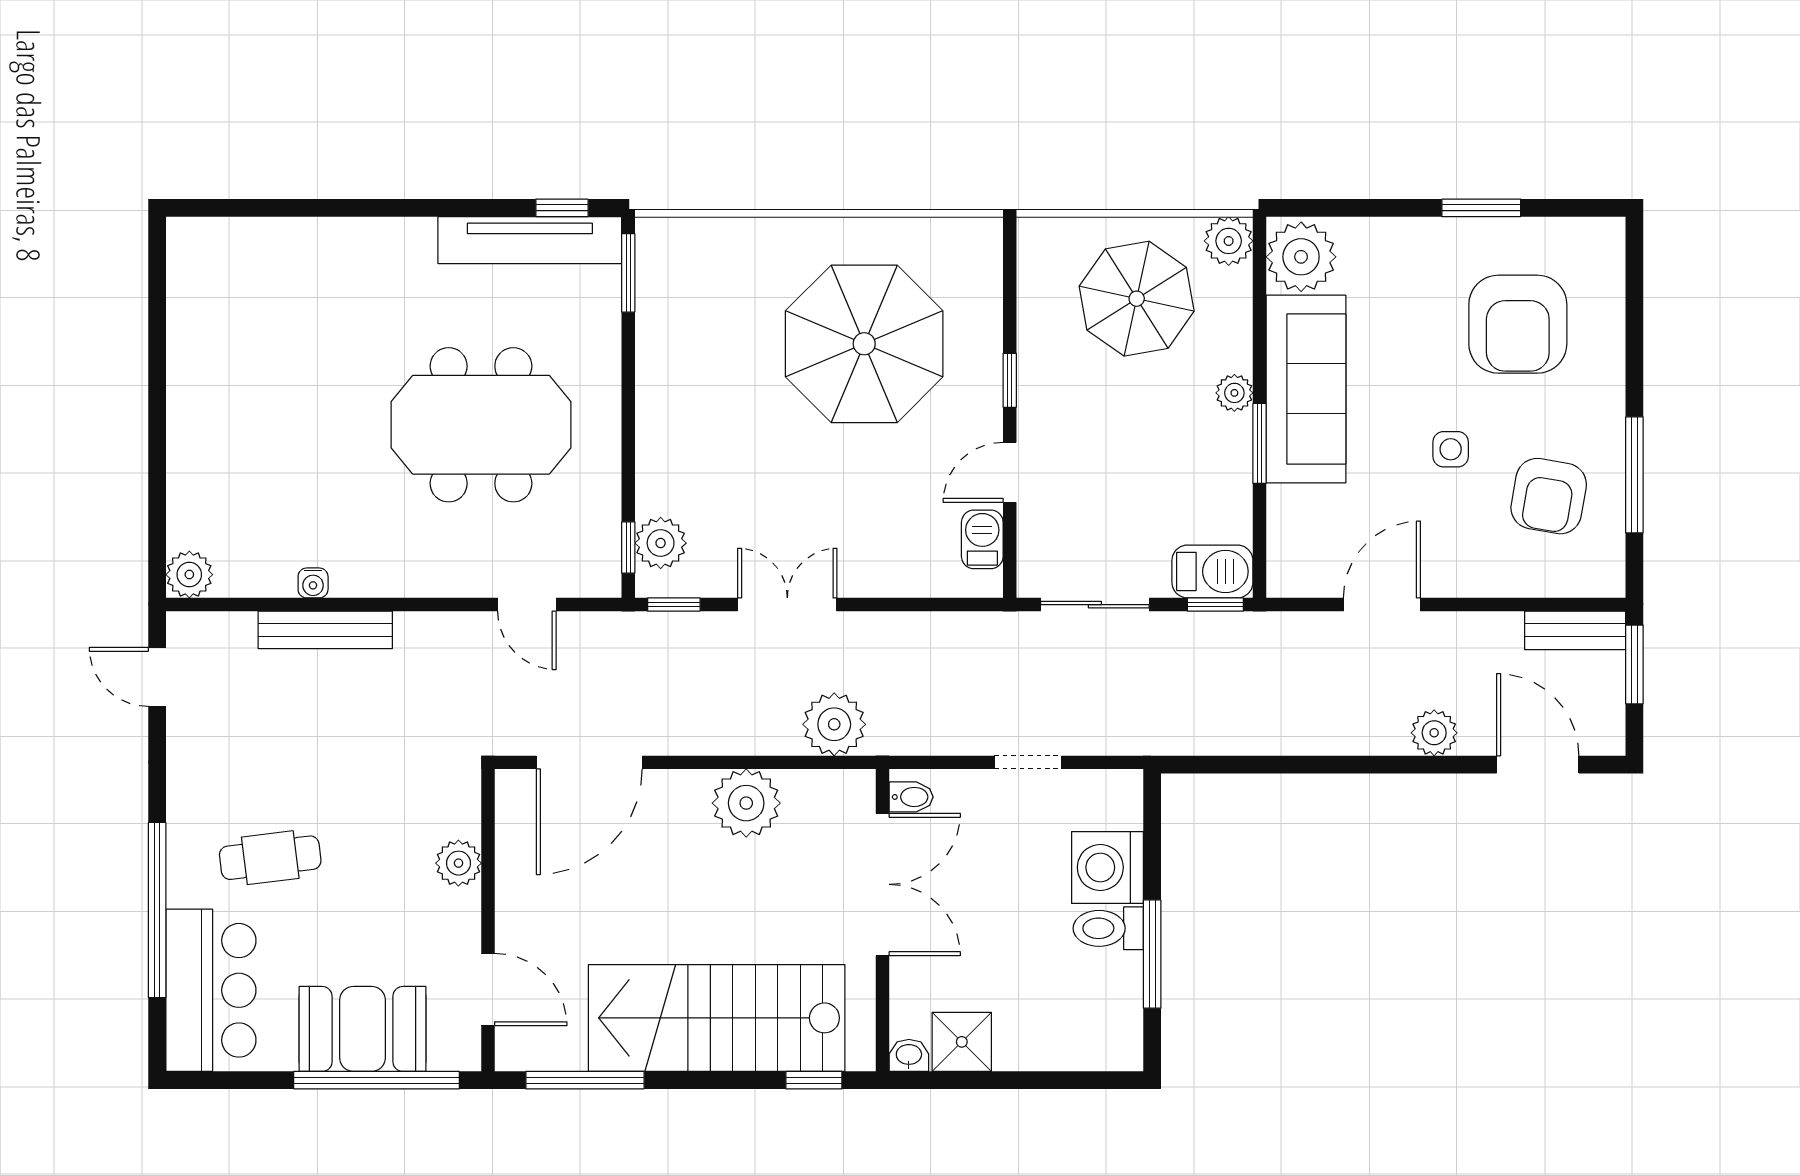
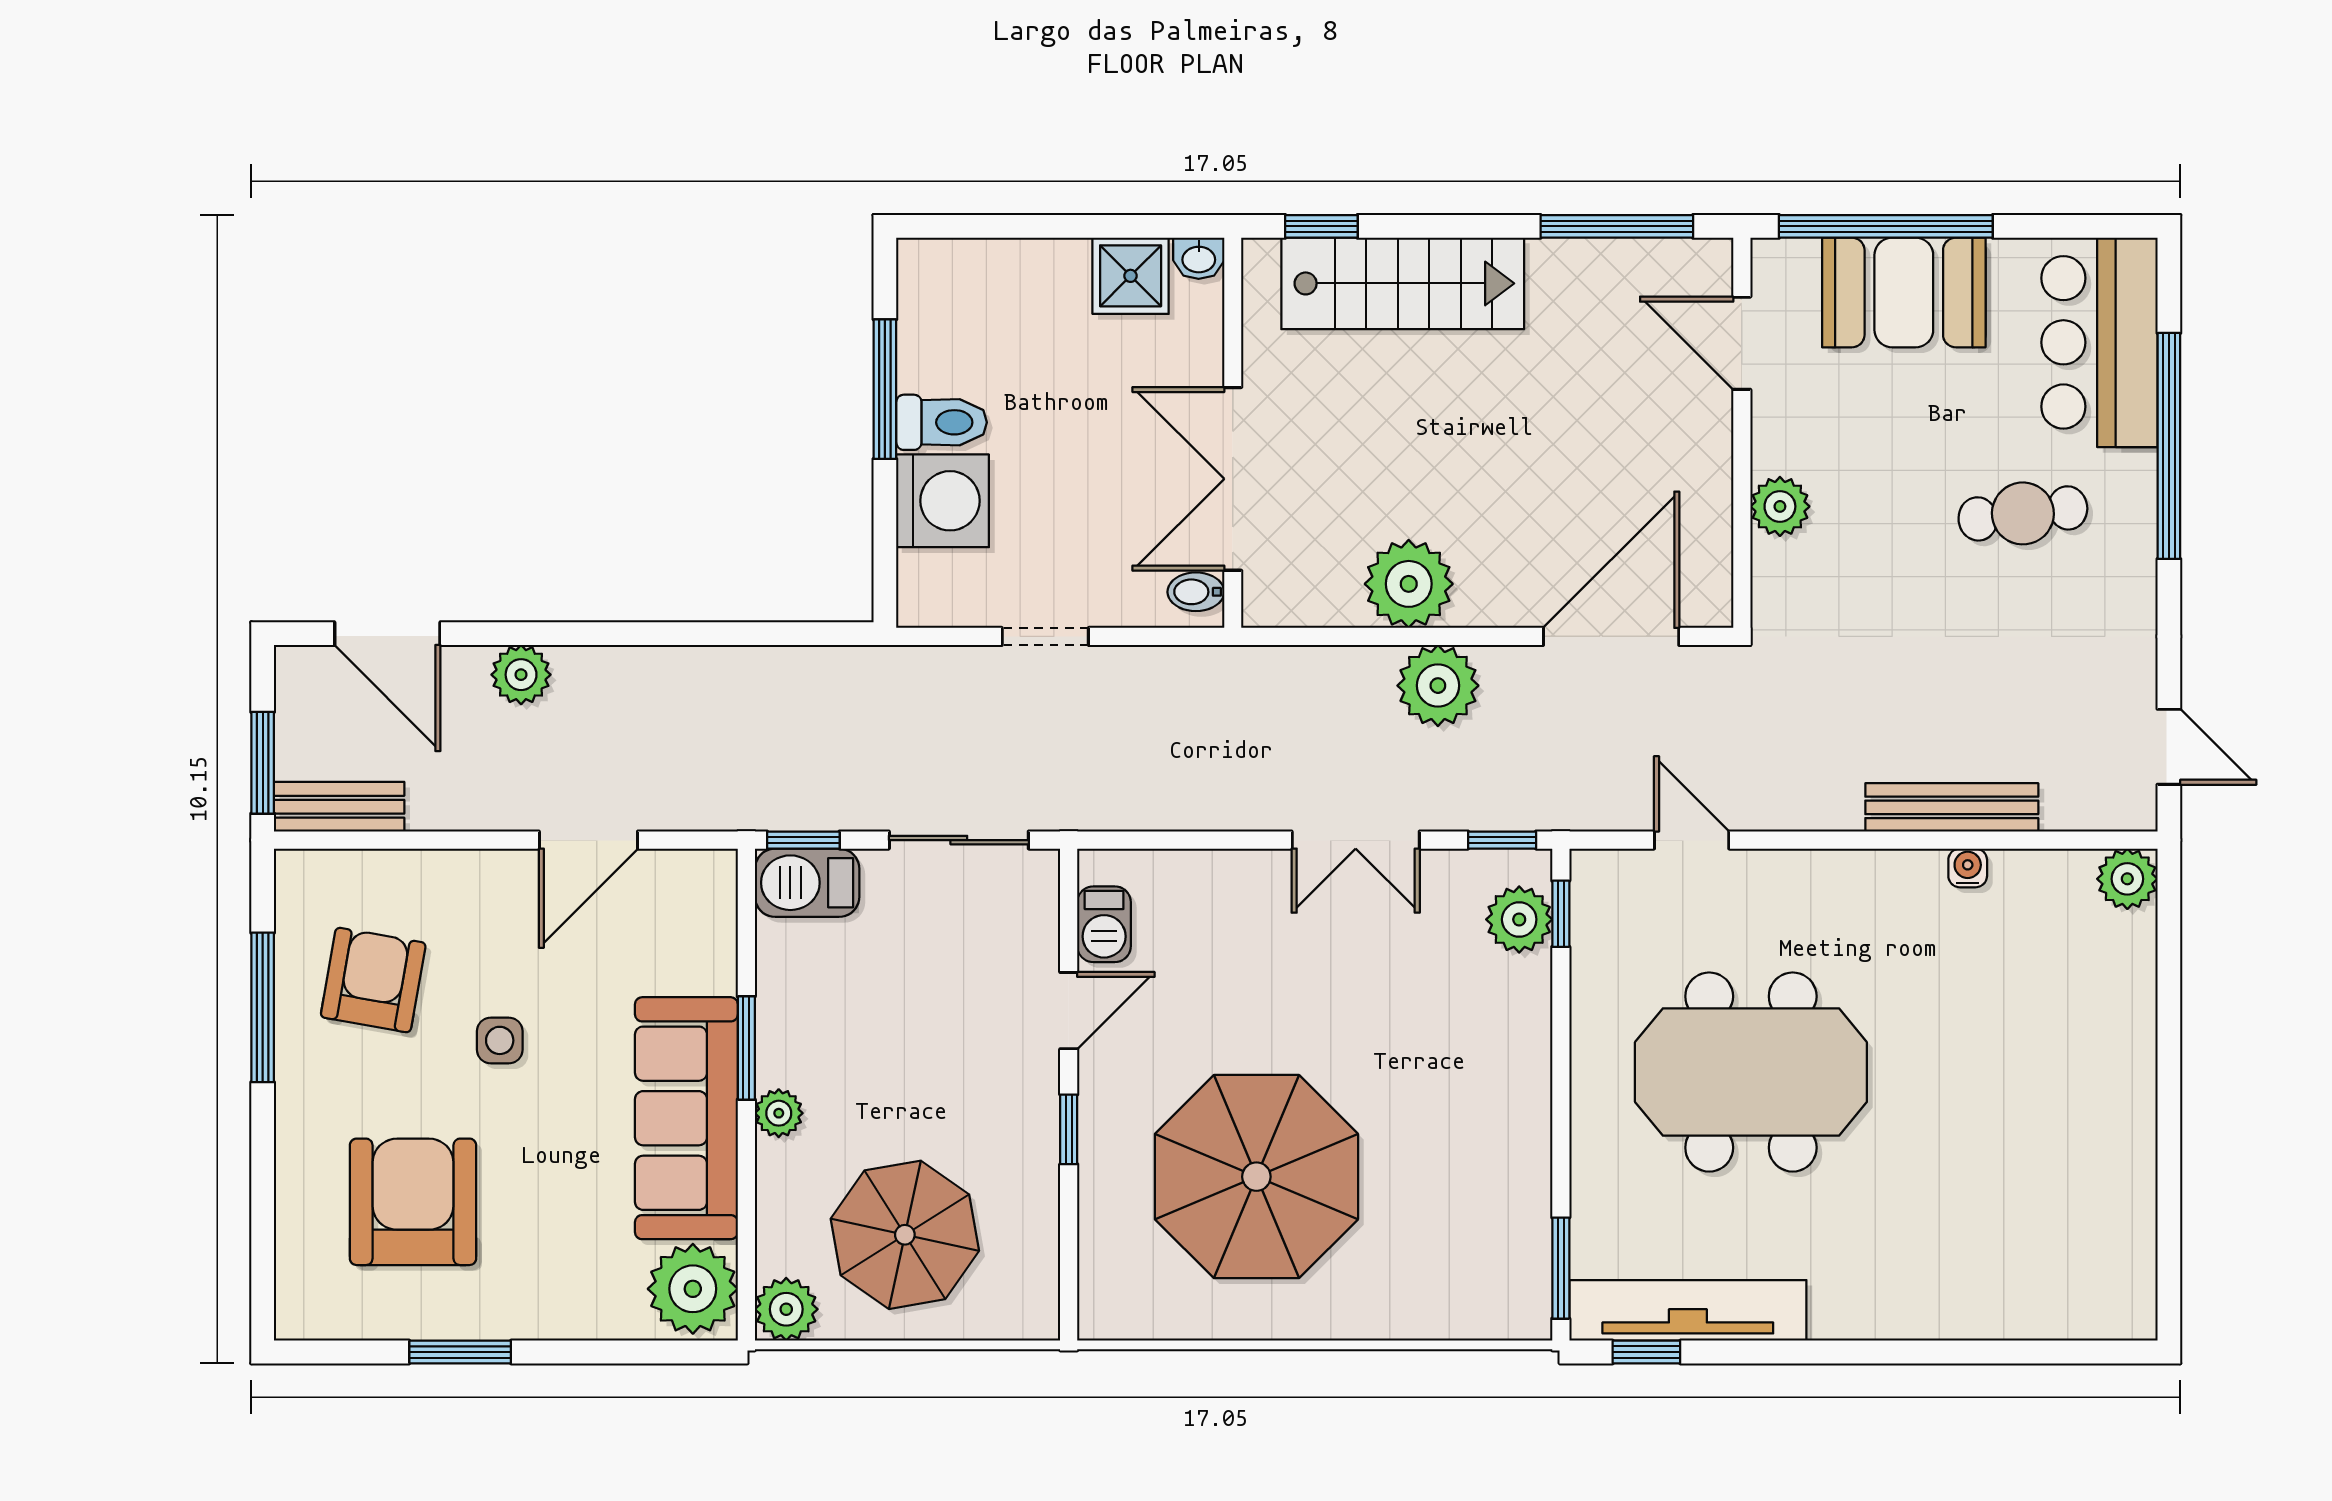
plant: (834, 724) -> (1438, 686), moved
stairs: (717, 1018) -> (1403, 283), width x0.73, depth x0.66

